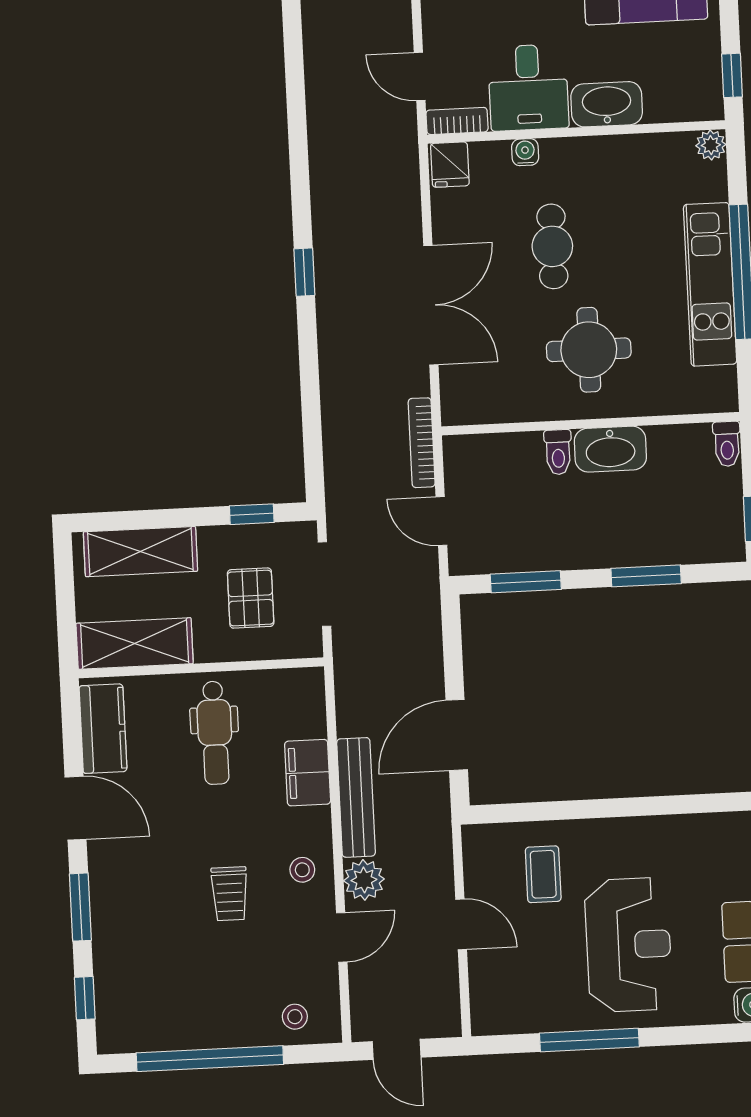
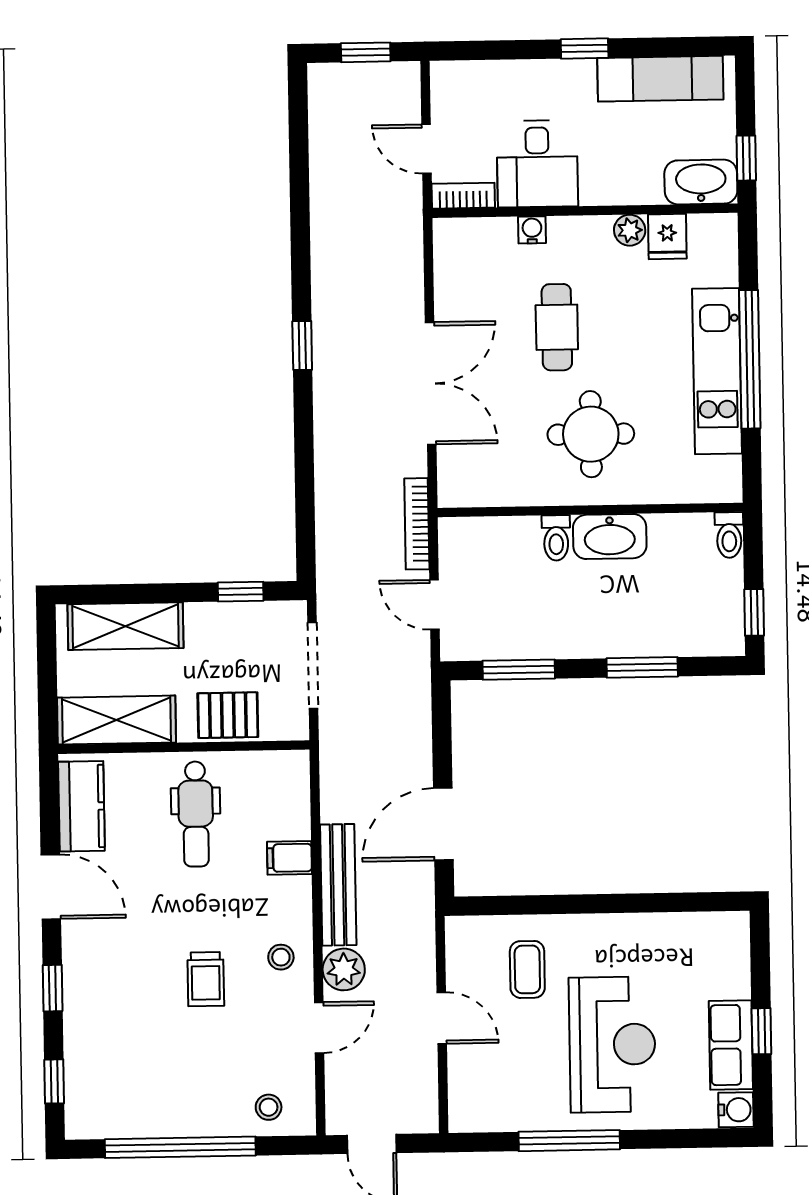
washbasin: (607, 104) -> (701, 182), moved
plant: (711, 145) -> (630, 230), moved
fridge: (450, 165) -> (667, 236), moved
pallet: (251, 598) -> (228, 715), moved, turned 90
filing cabinet: (308, 773) -> (289, 858), width x0.50
window: (80, 907) -> (53, 988), width x0.67

